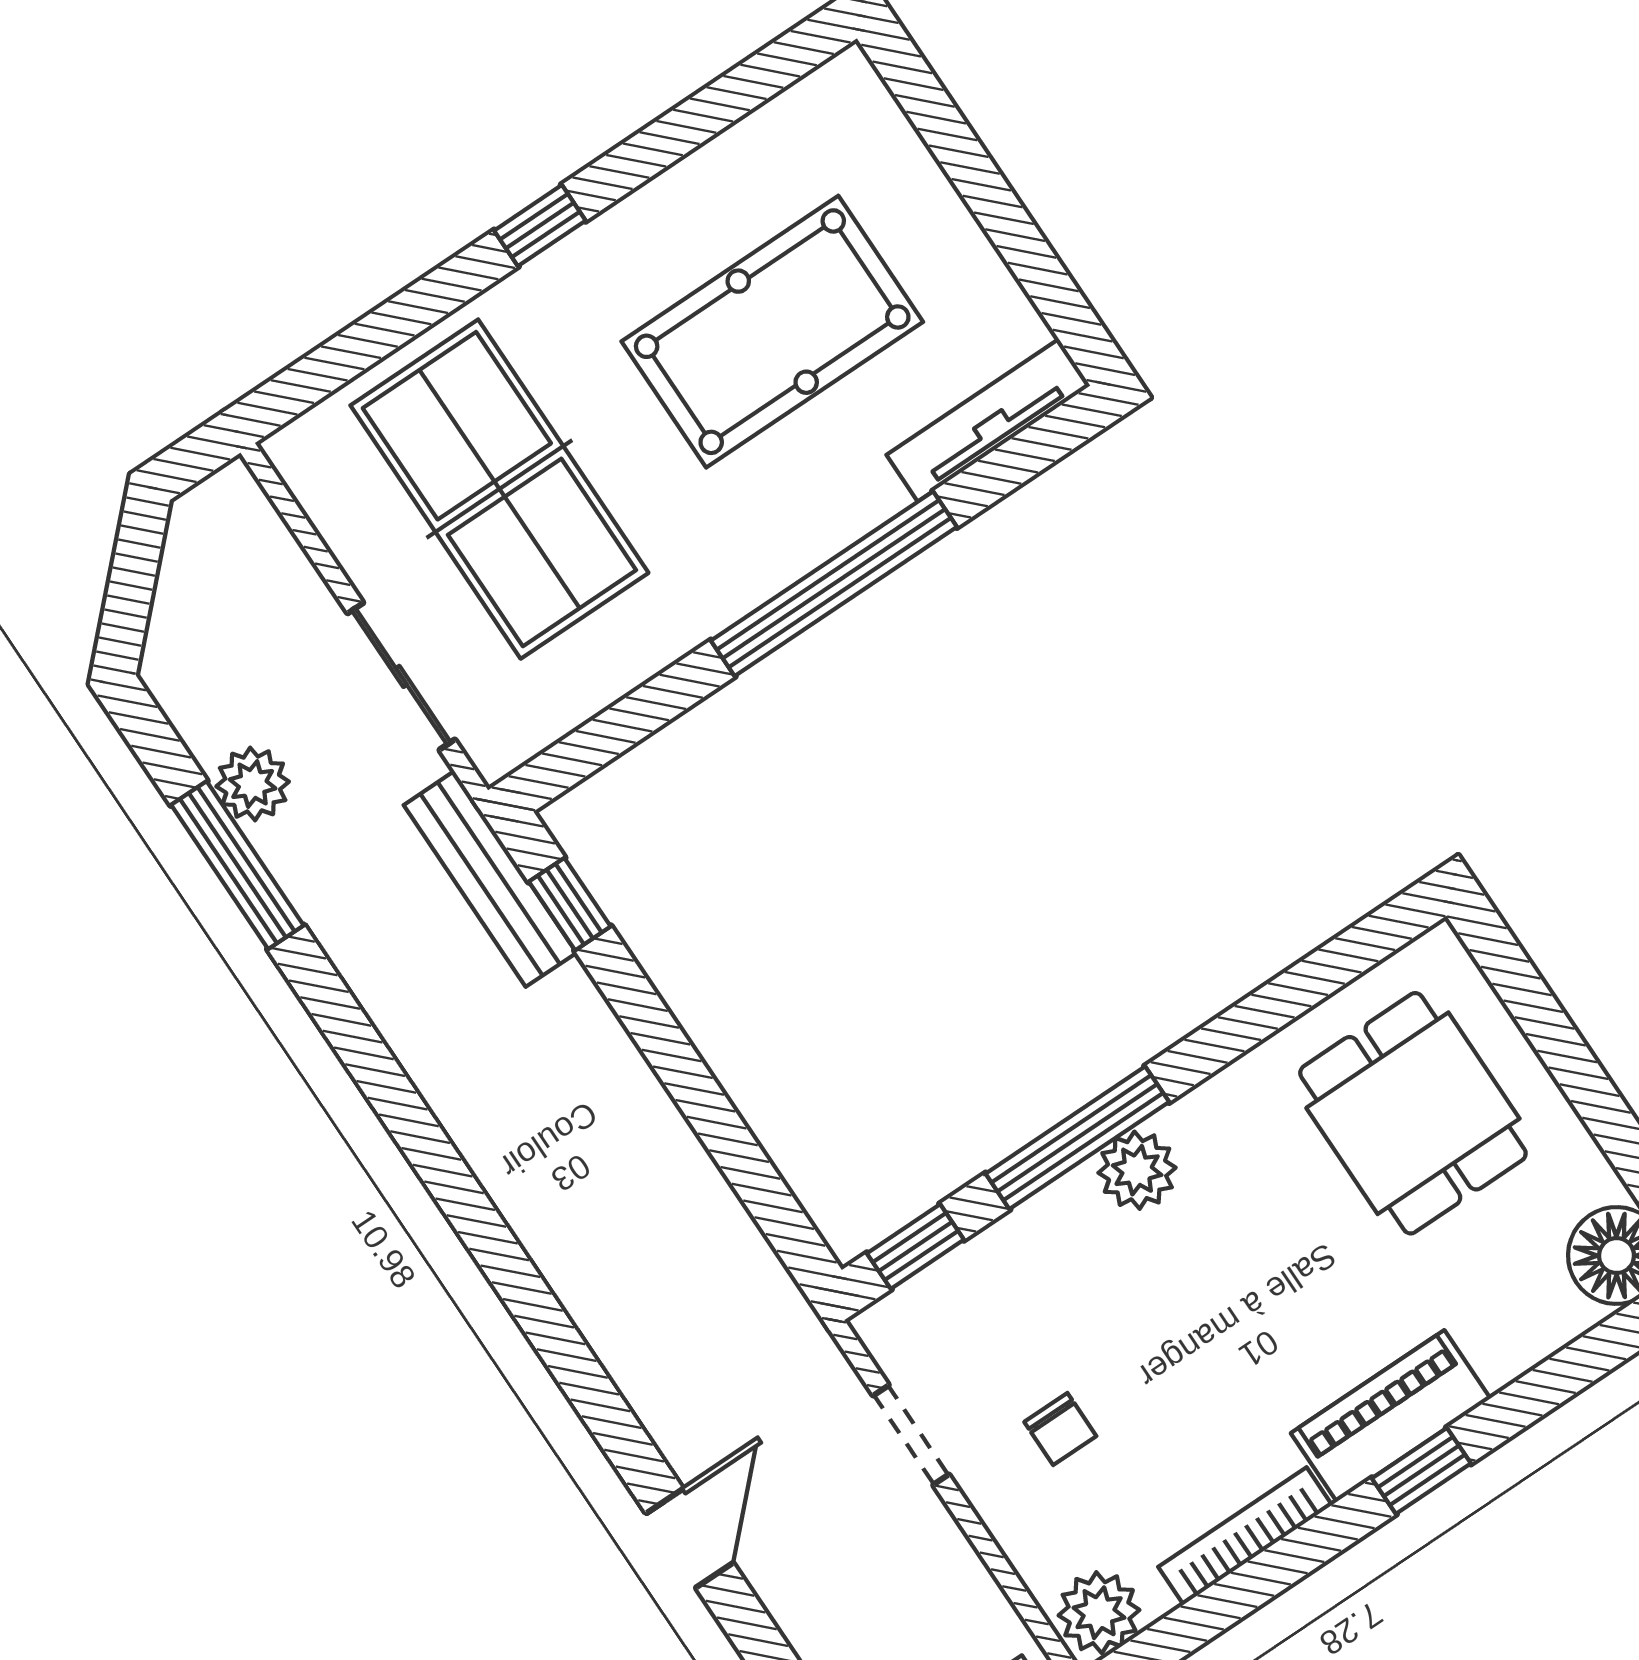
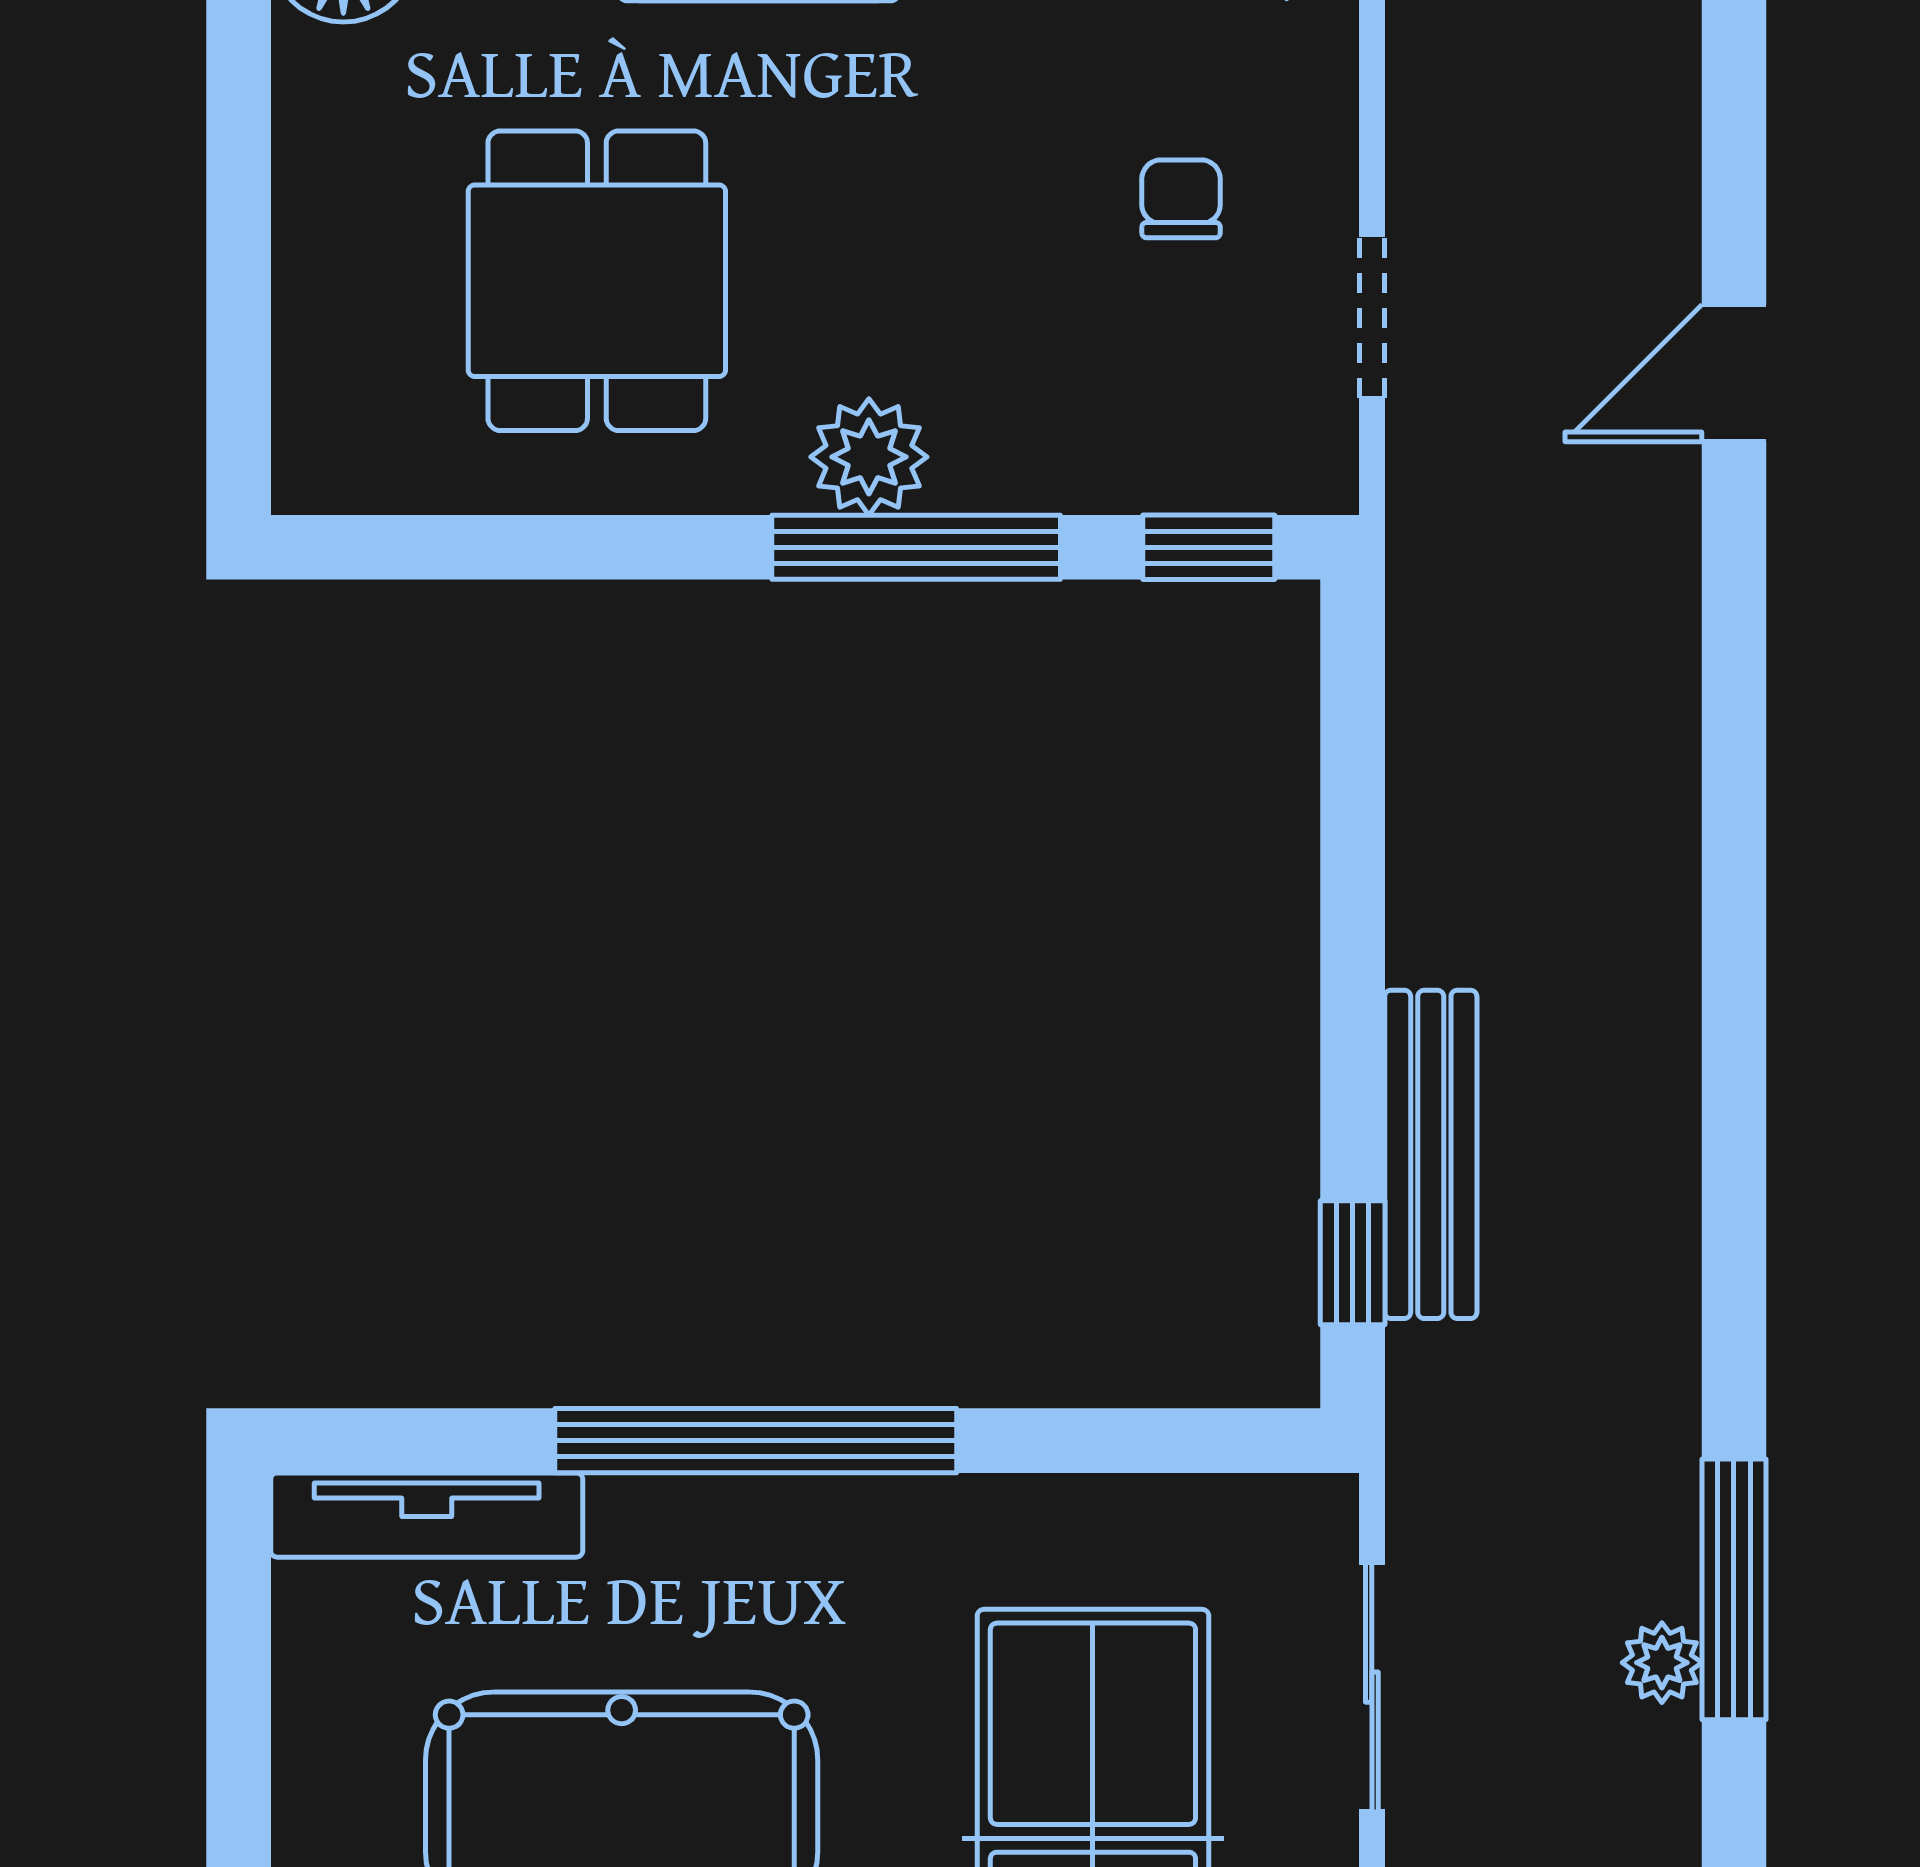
plant: (253, 784) -> (1662, 1663), width x0.73, depth x0.73
bench: (490, 879) -> (1431, 1154), moved
dining table: (1413, 1113) -> (597, 281), moved

